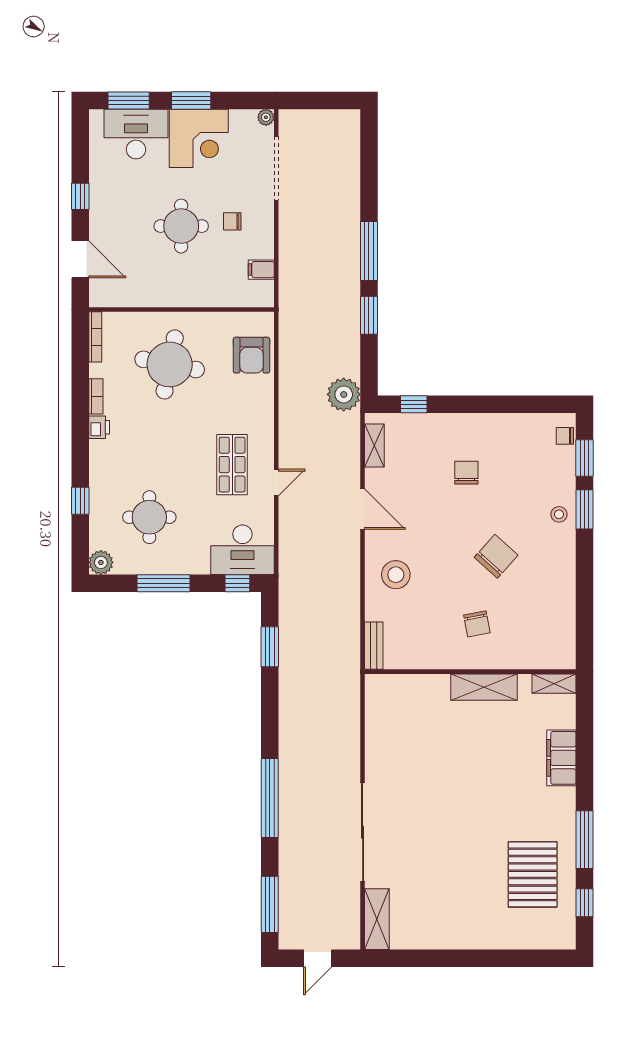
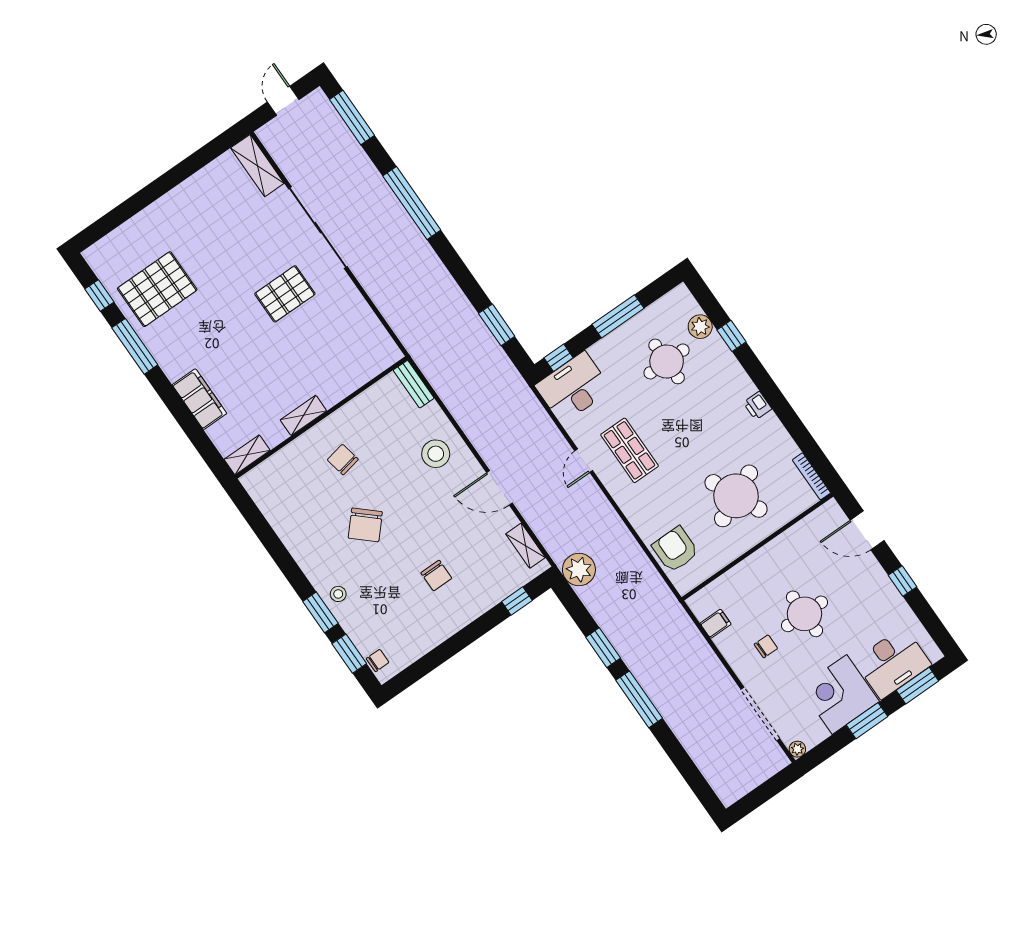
round table: (170, 364) -> (736, 496), turned -36
bookcase: (96, 396) -> (777, 429), removed
plant: (101, 562) -> (700, 327), moved
shelving: (484, 687) -> (303, 415), width x0.67, depth x0.75
pallet: (429, 796) -> (285, 294), added
pallet: (533, 874) -> (157, 289), turned 90

